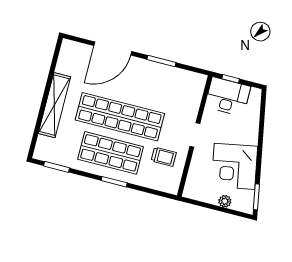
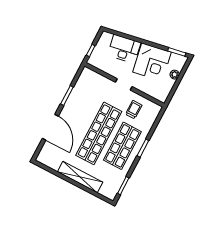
desk: (228, 97) -> (124, 49), moved, turned 80

